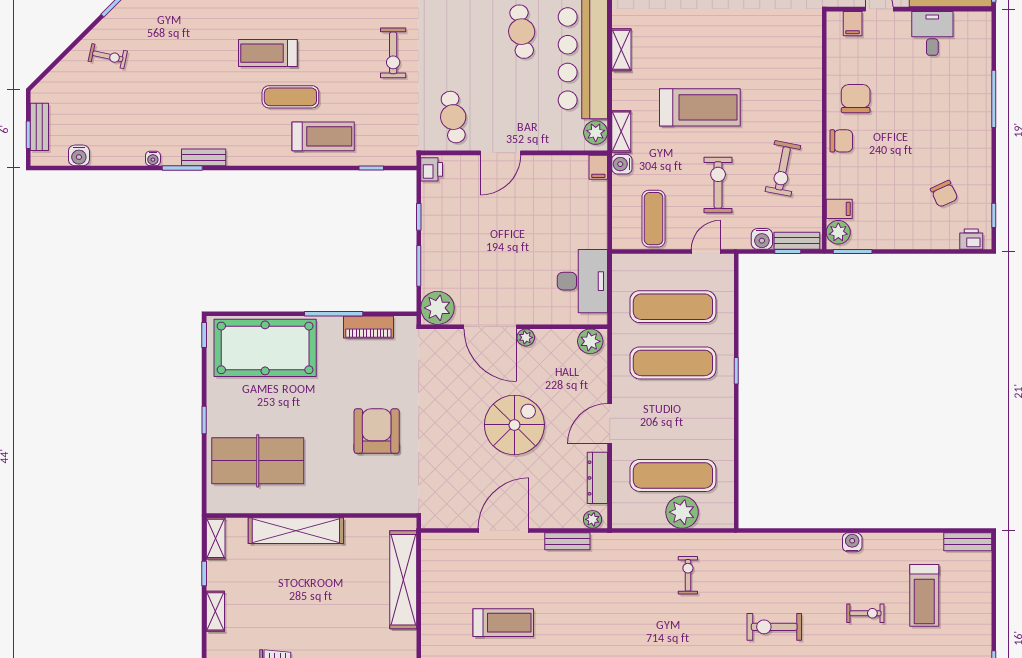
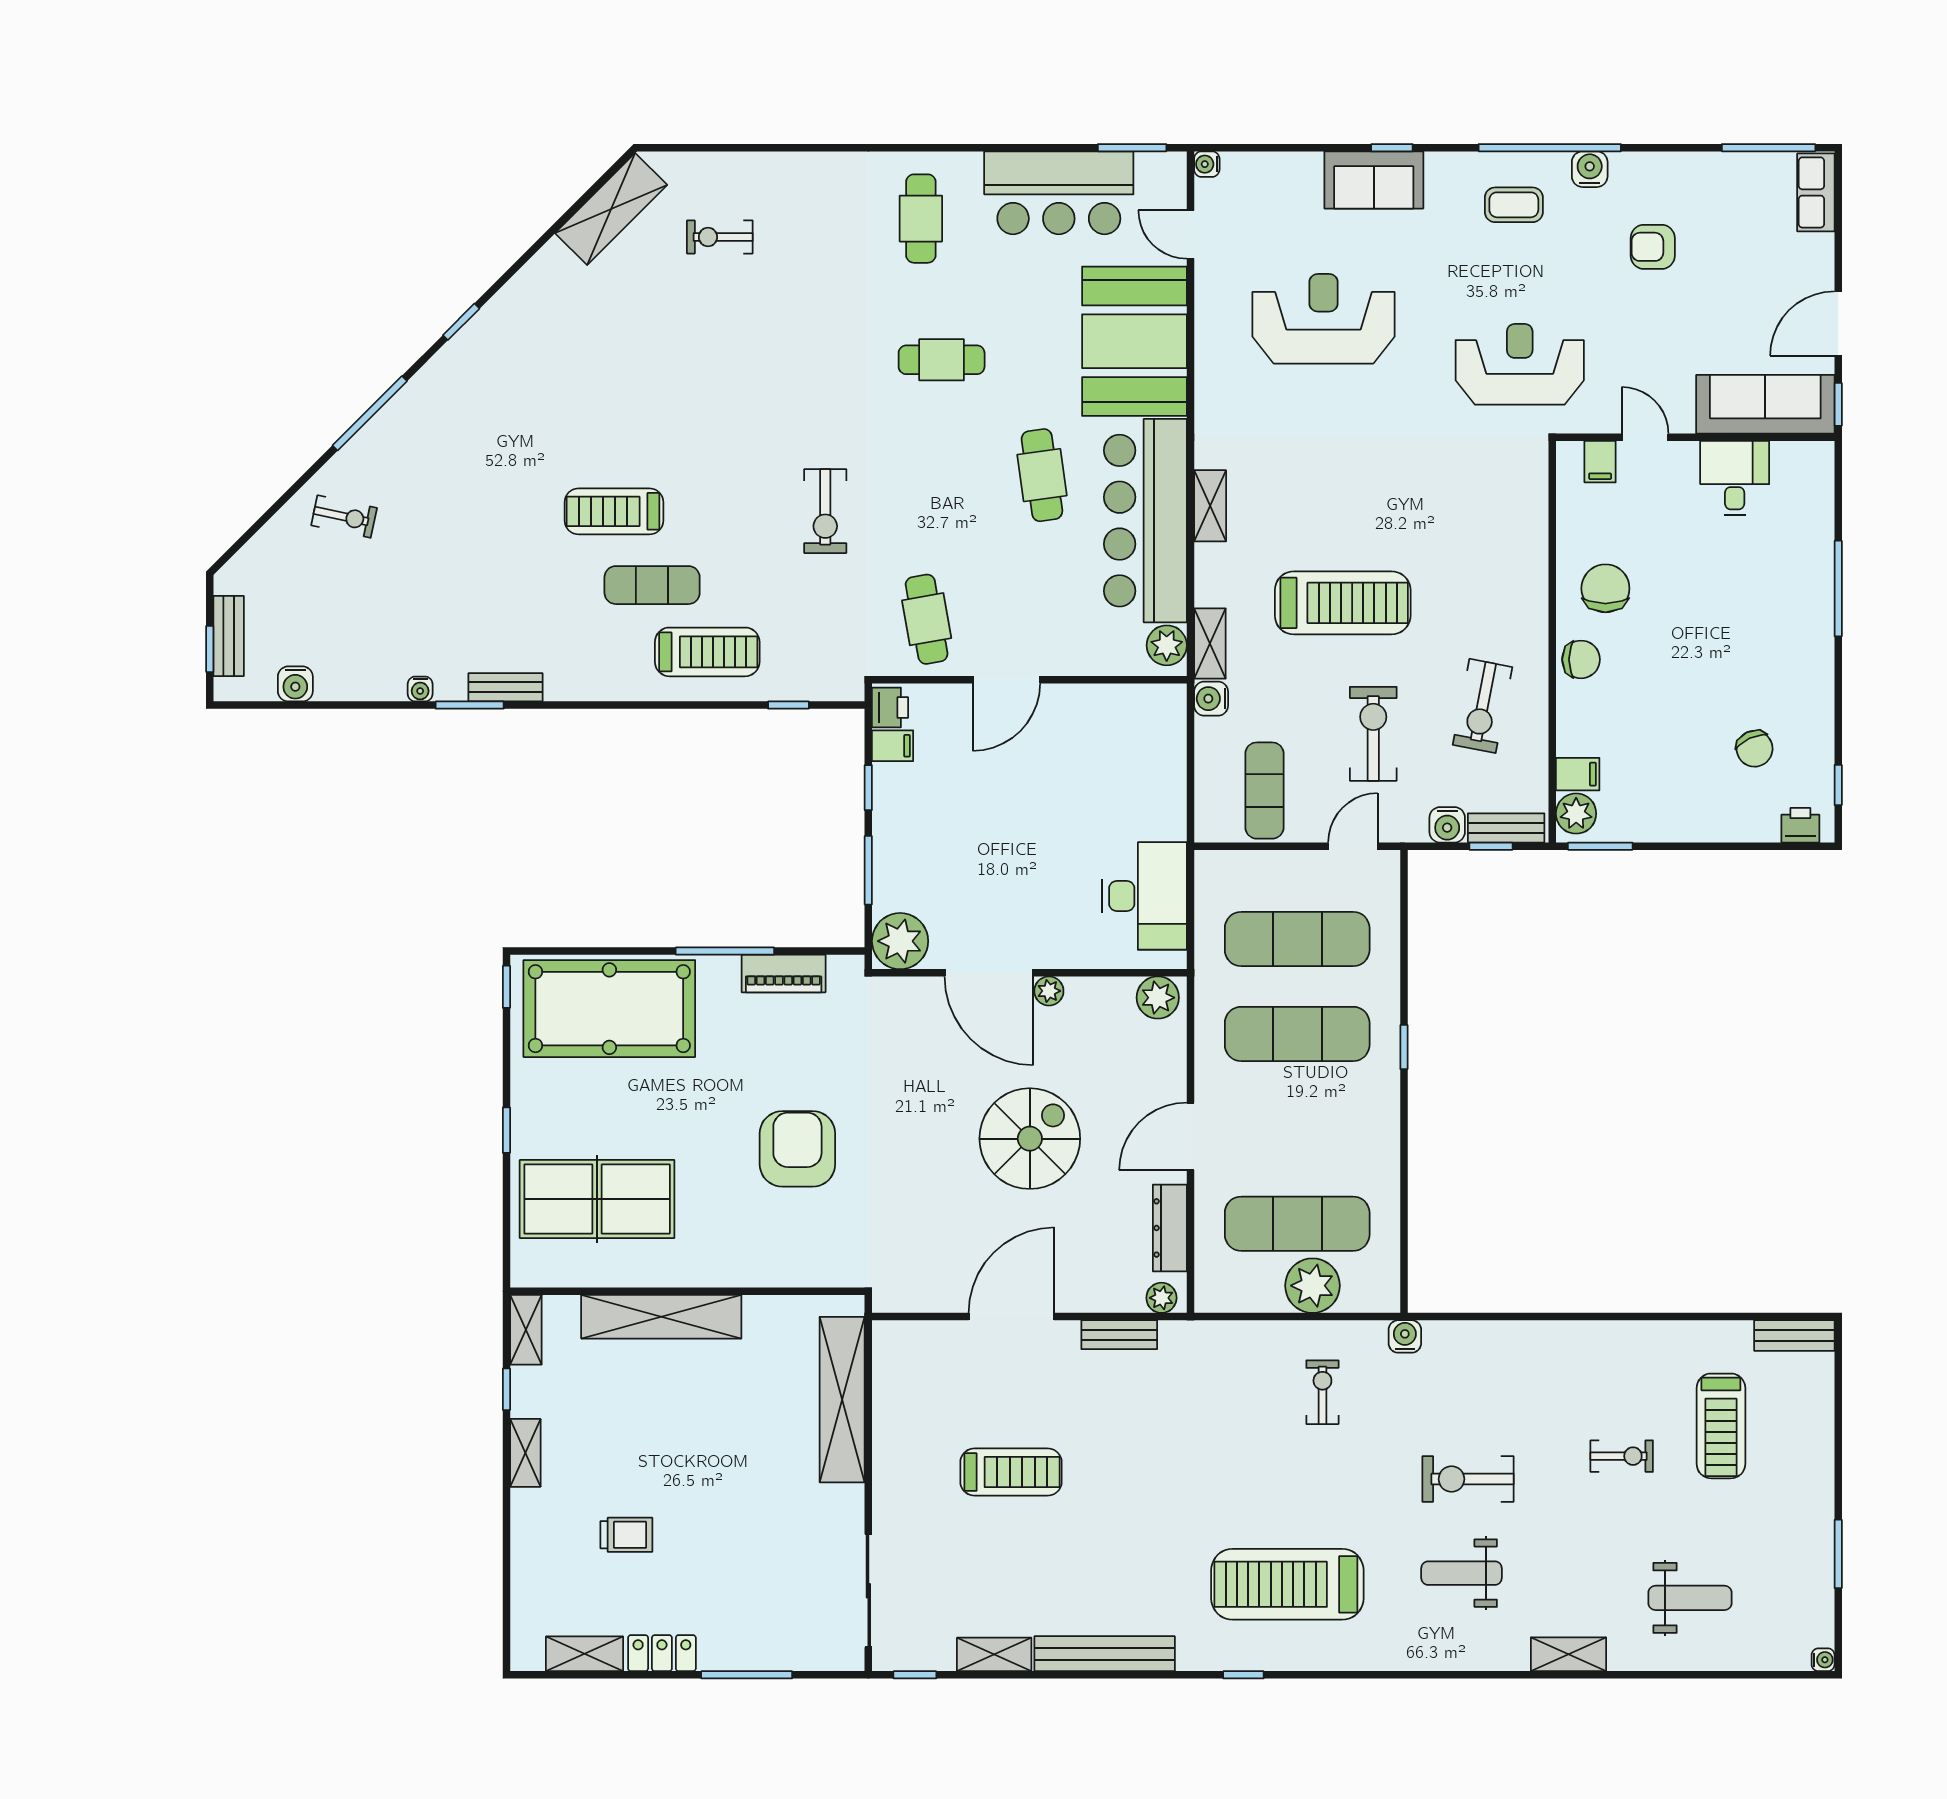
filing cabinet: (598, 167) -> (893, 746), moved, turned -90
water cooler: (852, 542) -> (1405, 1336), moved

